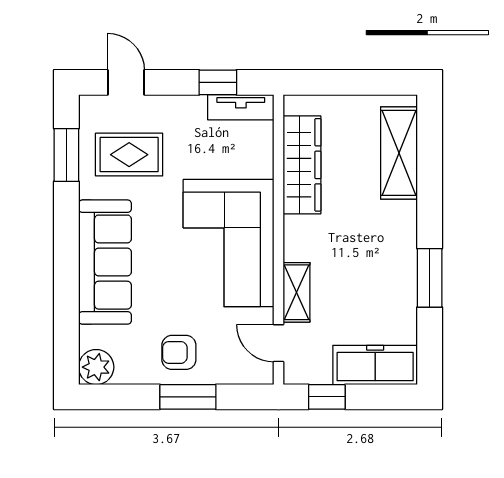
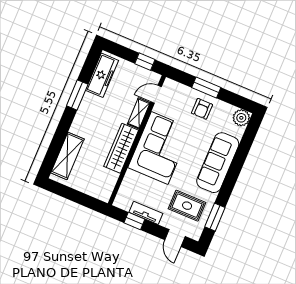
tv unit: (241, 107) -> (146, 213), moved
wardrobe: (302, 165) -> (121, 148), moved
door: (279, 343) -> (156, 94), swing flipped
armchair: (179, 352) -> (202, 109), turned 90
freezer: (375, 365) -> (102, 75), moved, turned -90

